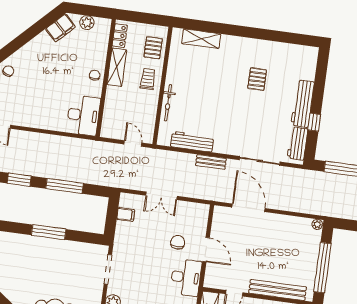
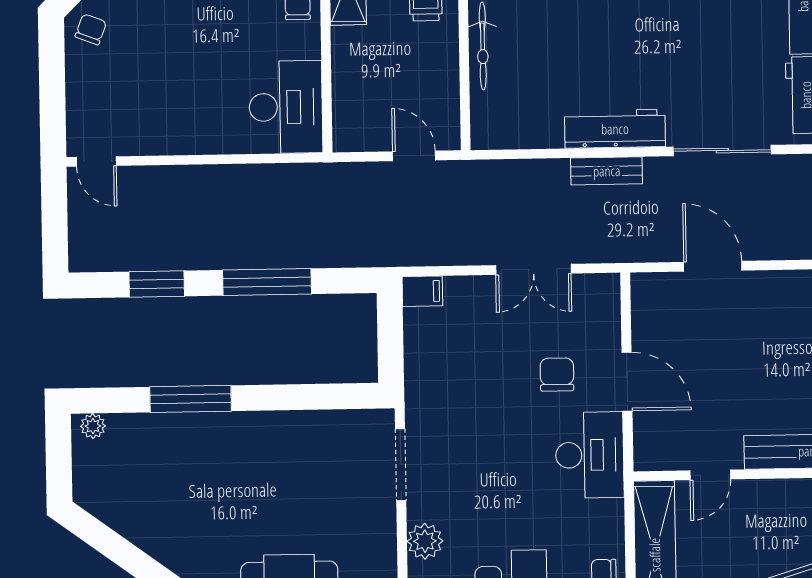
workbench: (192, 142) -> (615, 129), moved
double door: (161, 196) -> (533, 269), moved
door: (248, 208) -> (713, 266), width x0.73
filing cabinet: (126, 214) -> (422, 291), moved
window: (49, 232) -> (191, 399), moved

